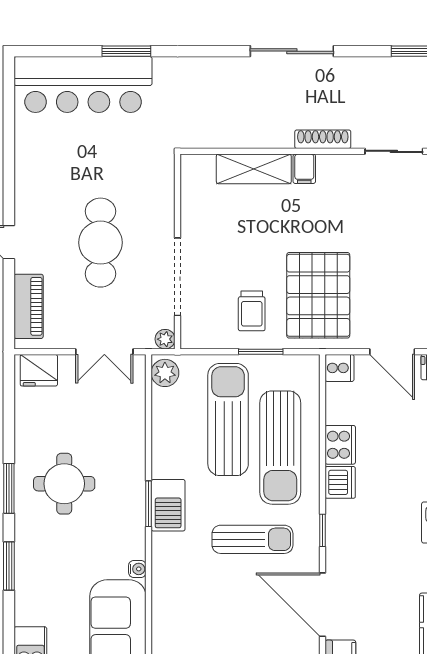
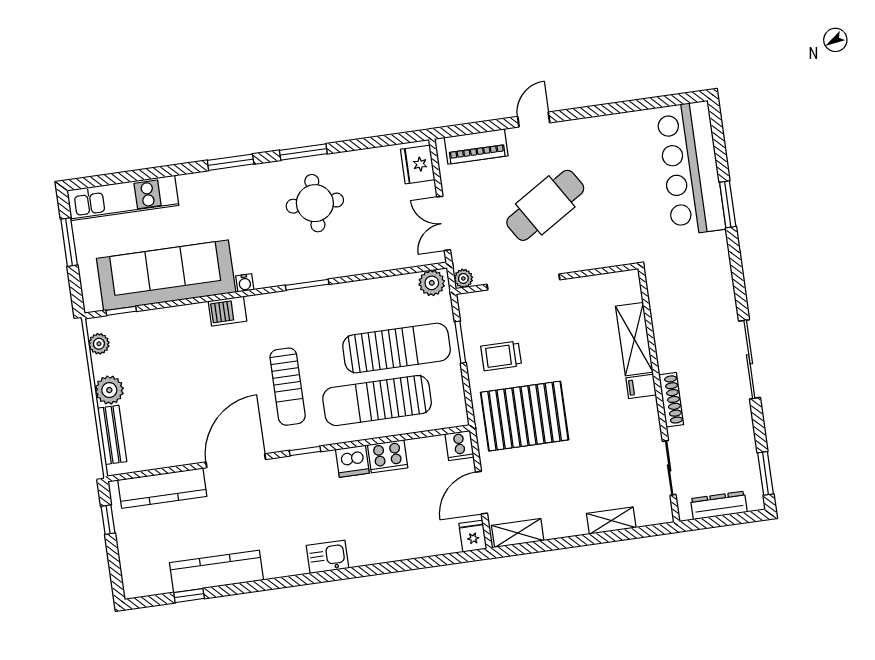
cafe table: (100, 243) -> (545, 205), turned -32
window: (261, 352) -> (460, 342), moved
barbecue: (168, 505) -> (227, 311), moved, width x0.73, depth x0.79

